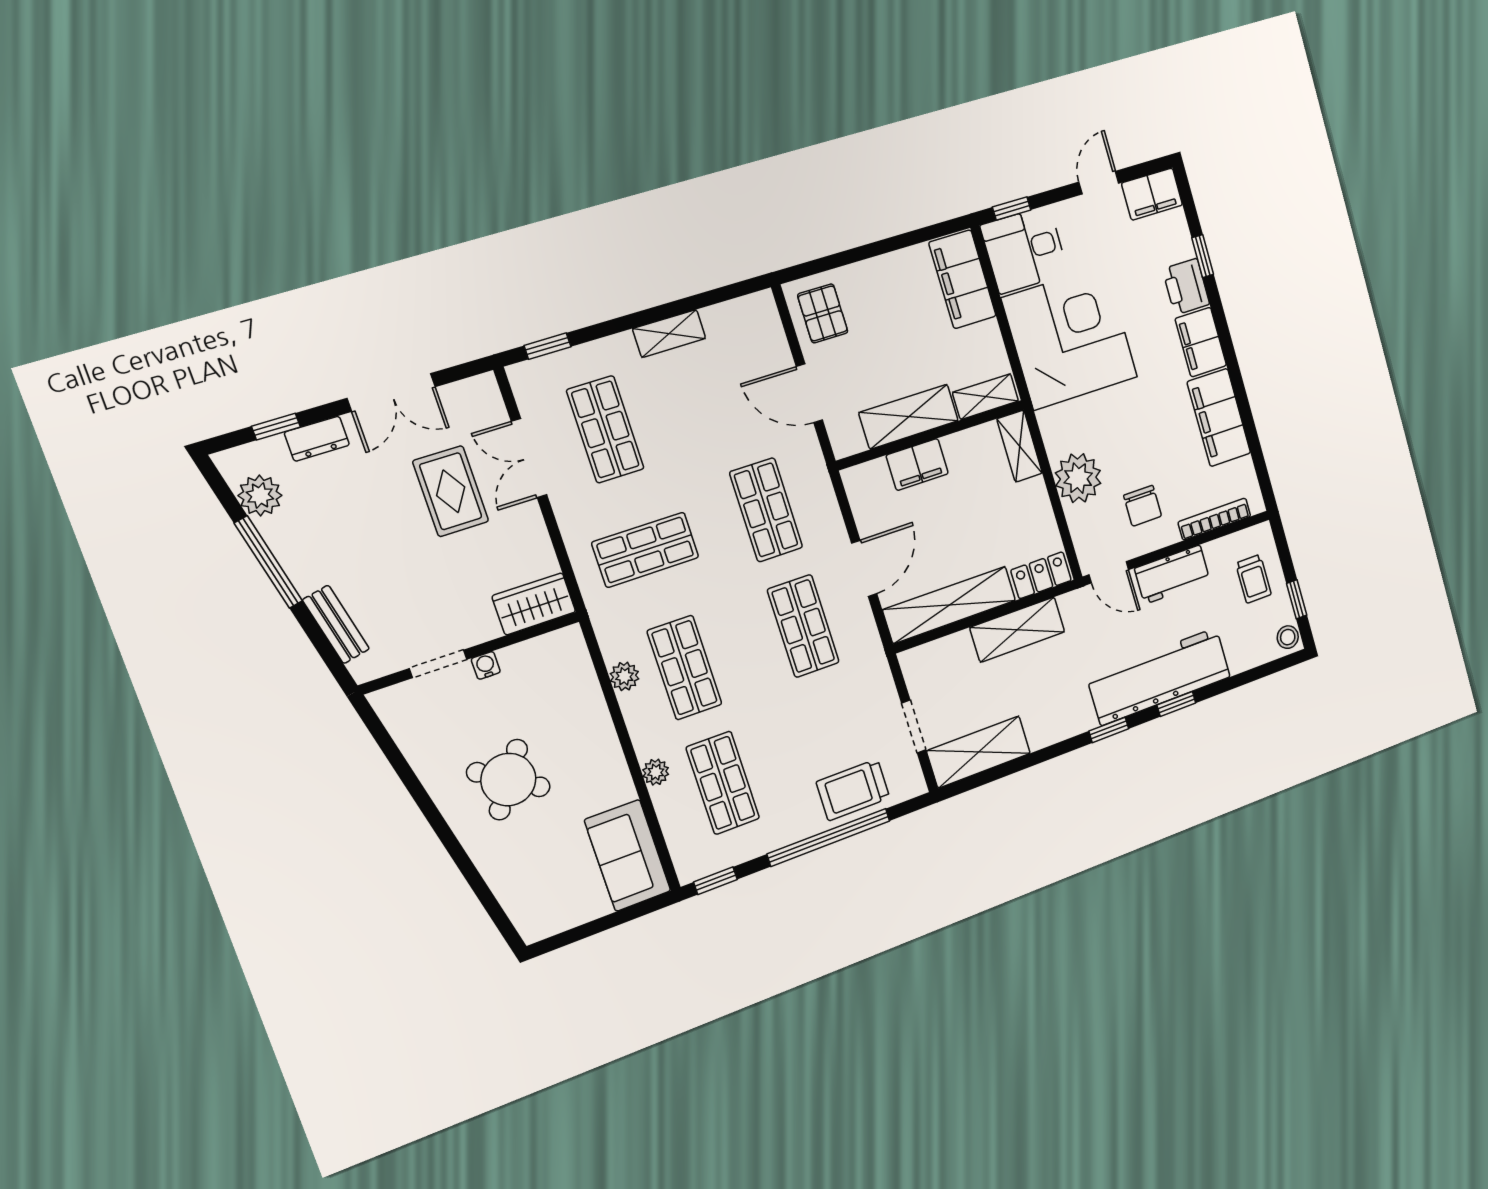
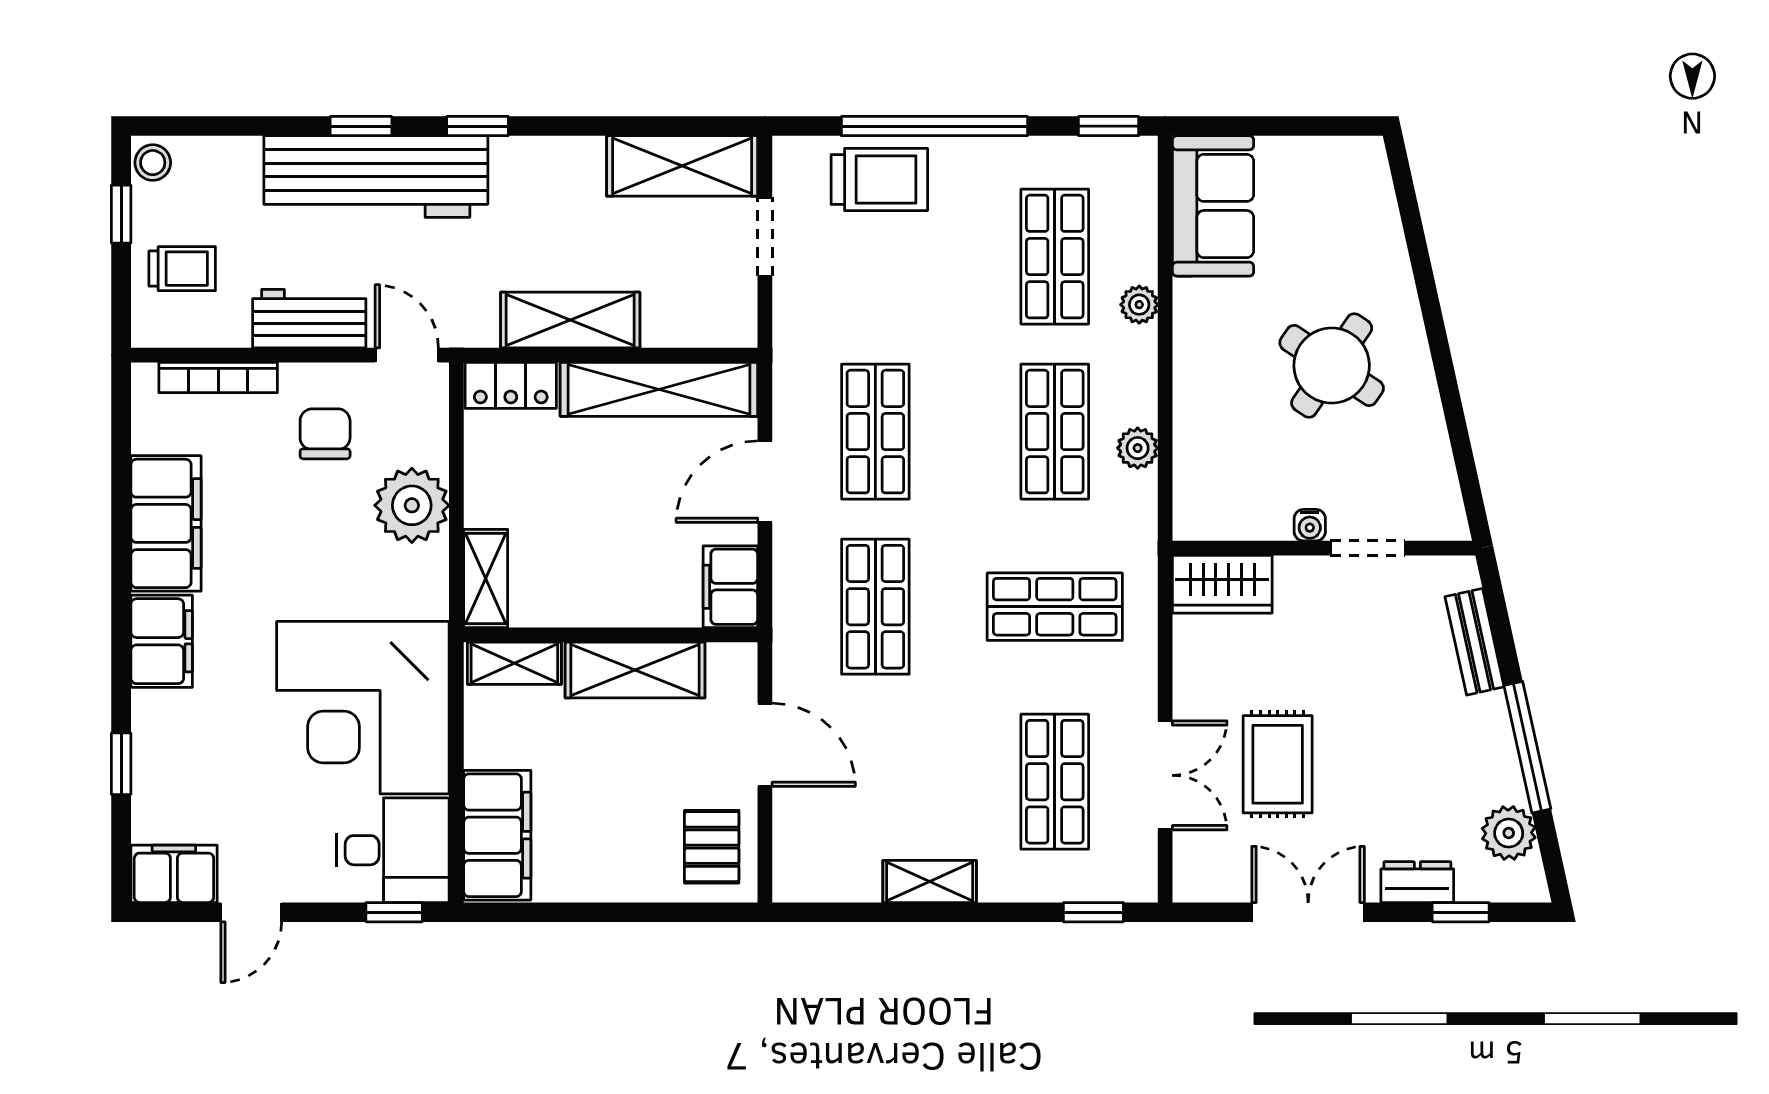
printer: (1186, 287) -> (161, 728), removed
filing cabinet: (917, 464) -> (730, 587), moved, turned -90
trolley: (1253, 579) -> (182, 269), turned 90

